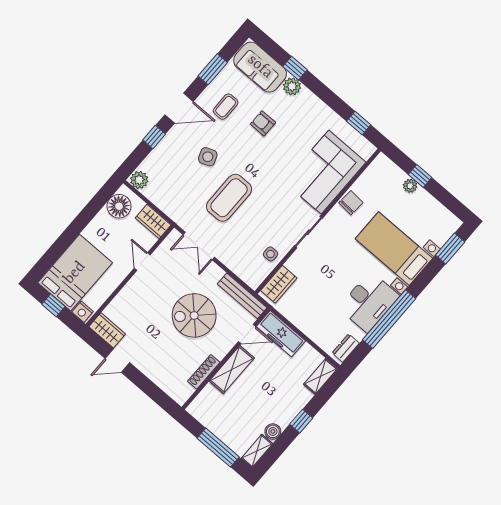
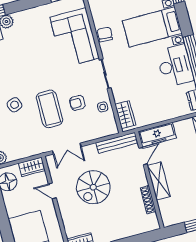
armchair: (263, 123) -> (77, 103), moved
spiral stairs: (194, 315) -> (93, 187), moved

